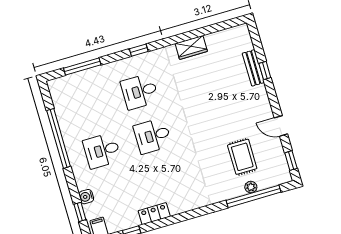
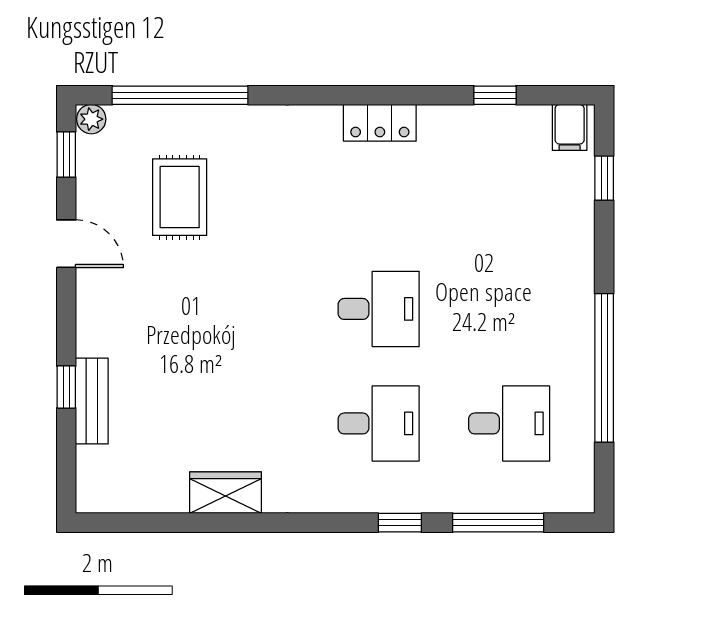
window: (139, 50) -> (400, 523), moved
desk: (102, 151) -> (509, 423), moved
plant: (251, 187) -> (91, 119), moved
water cooler: (86, 197) -> (579, 210), removed
locker: (154, 214) -> (380, 123), moved

